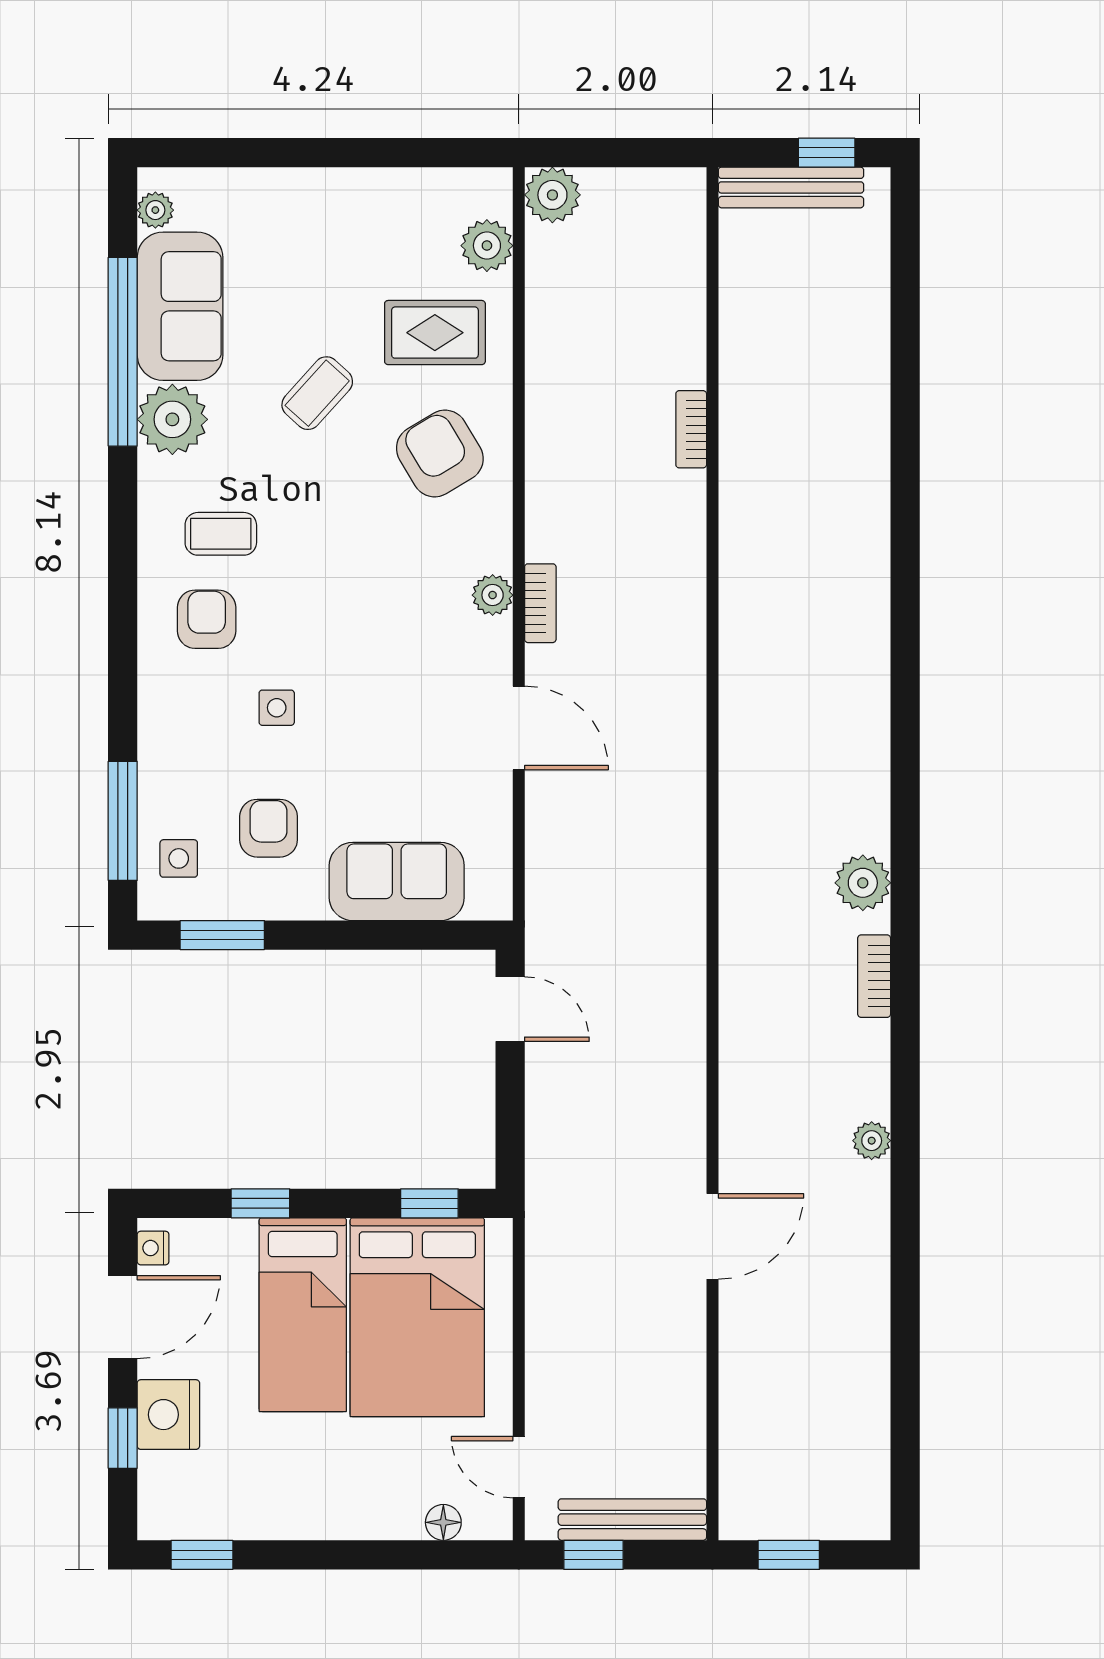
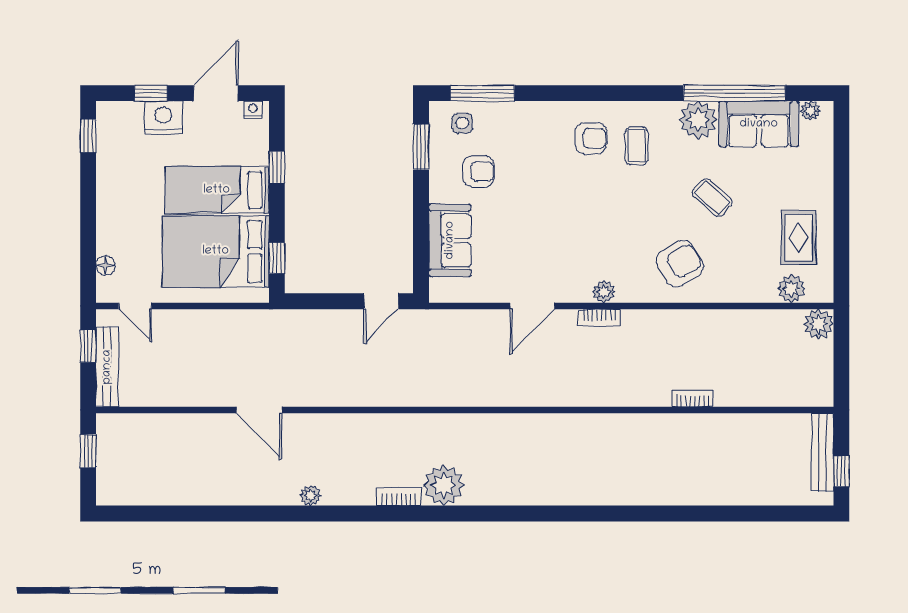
rug: (435, 333) -> (799, 237), moved
side table: (277, 708) -> (543, 176), removed
plant: (863, 883) -> (444, 485), width x1.36, depth x1.36
door: (123, 1317) -> (216, 93), swing flipped
door: (519, 1467) -> (135, 306), swing flipped

